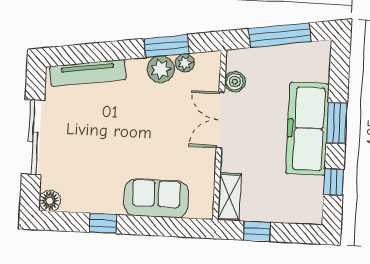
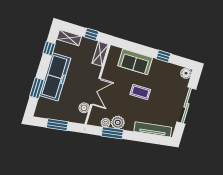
window: (280, 35) -> (57, 125), width x0.69
window: (337, 123) -> (37, 88), moved
coffee table: (131, 141) -> (140, 92), added
shelving: (299, 213) -> (69, 38), added

